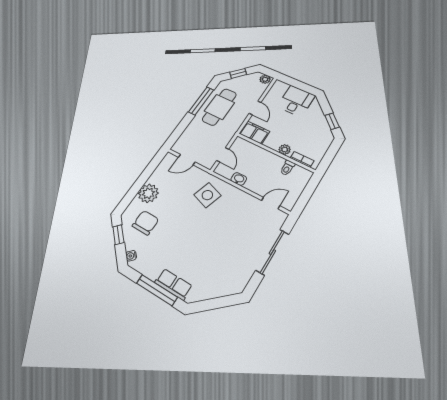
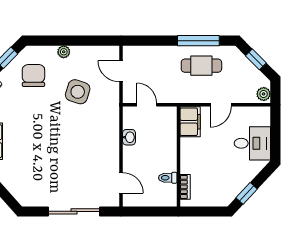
cafe table: (219, 107) -> (201, 66), width x0.73, depth x0.74
plant: (285, 149) -> (187, 164), removed
door: (223, 155) -> (147, 105), swing flipped
plant: (148, 193) -> (64, 52), width x0.53, depth x0.53
side table: (207, 195) -> (78, 92), moved
chair: (146, 223) -> (33, 76), turned -90

